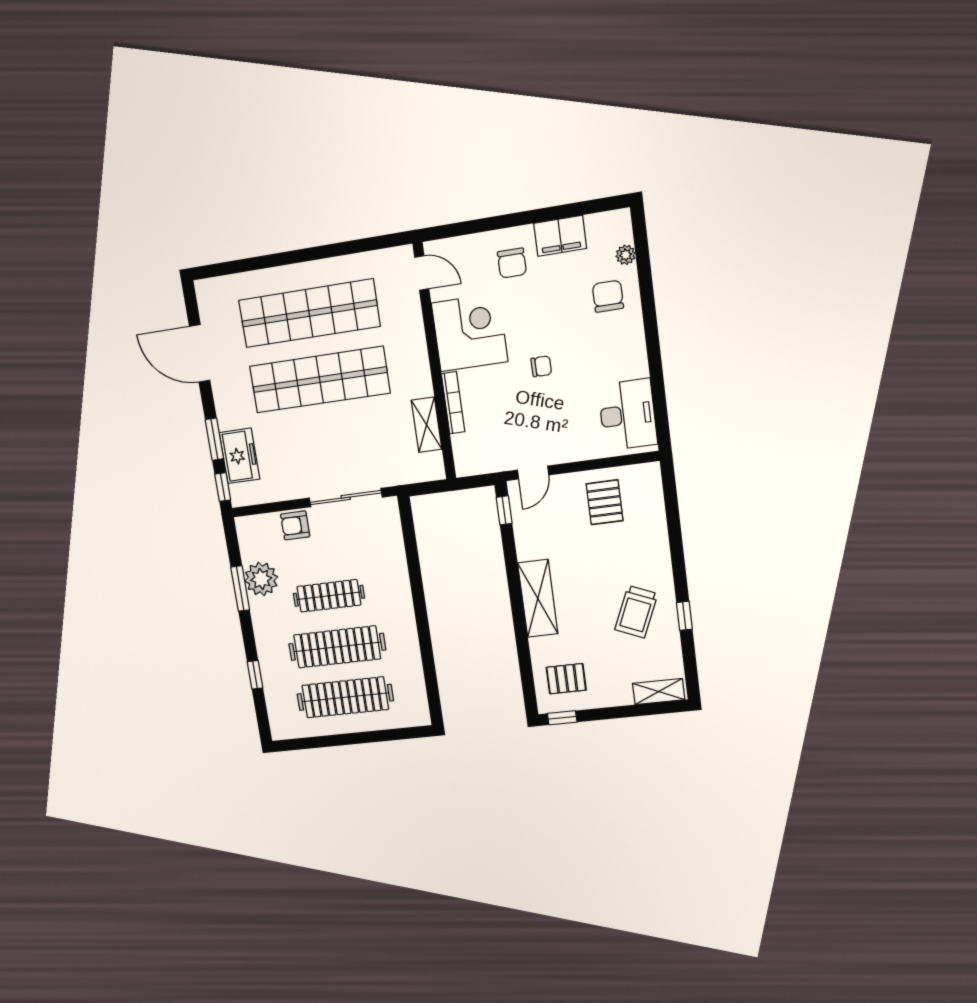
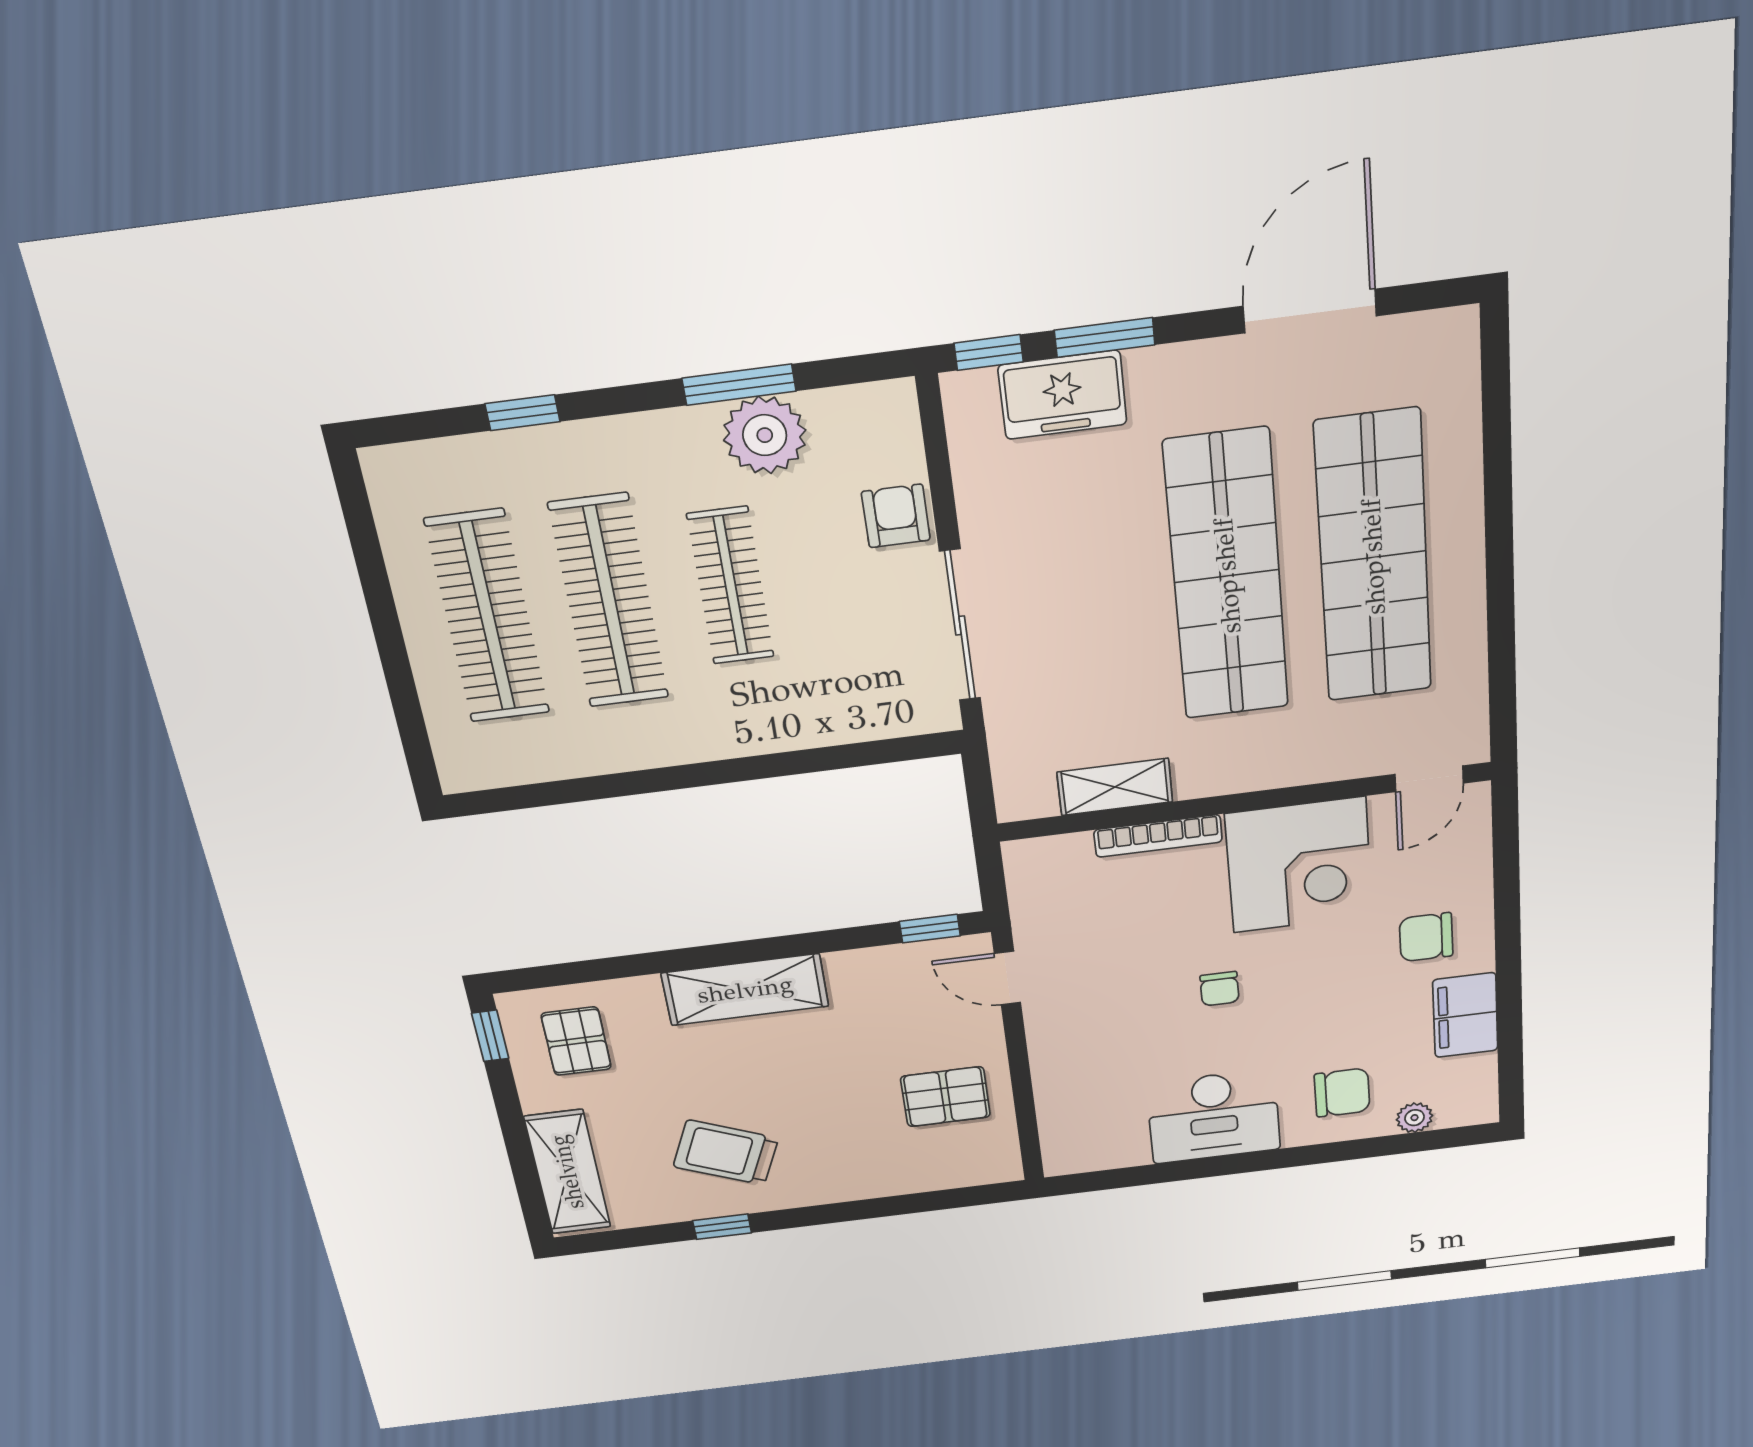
desk: (628, 415) -> (1213, 1116), moved
shelving: (659, 692) -> (567, 1172), width x1.50, depth x1.33

